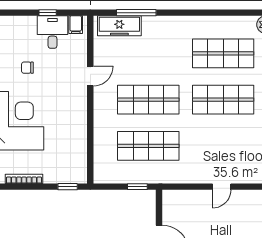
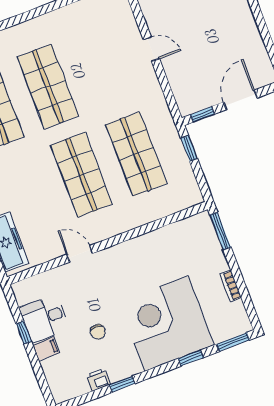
filing cabinet: (76, 25) -> (46, 349), moved
bookcase: (24, 179) -> (231, 286), width x0.64
window: (68, 187) -> (220, 231), width x1.50
window: (159, 206) -> (202, 114), added

